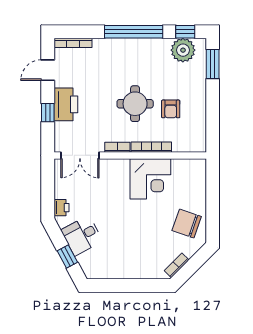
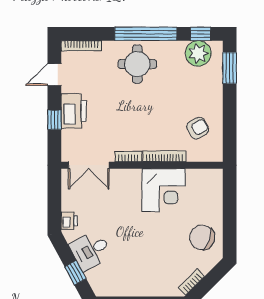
round table: (135, 104) -> (137, 64), moved
armchair: (171, 109) -> (198, 128), moved, turned -119

